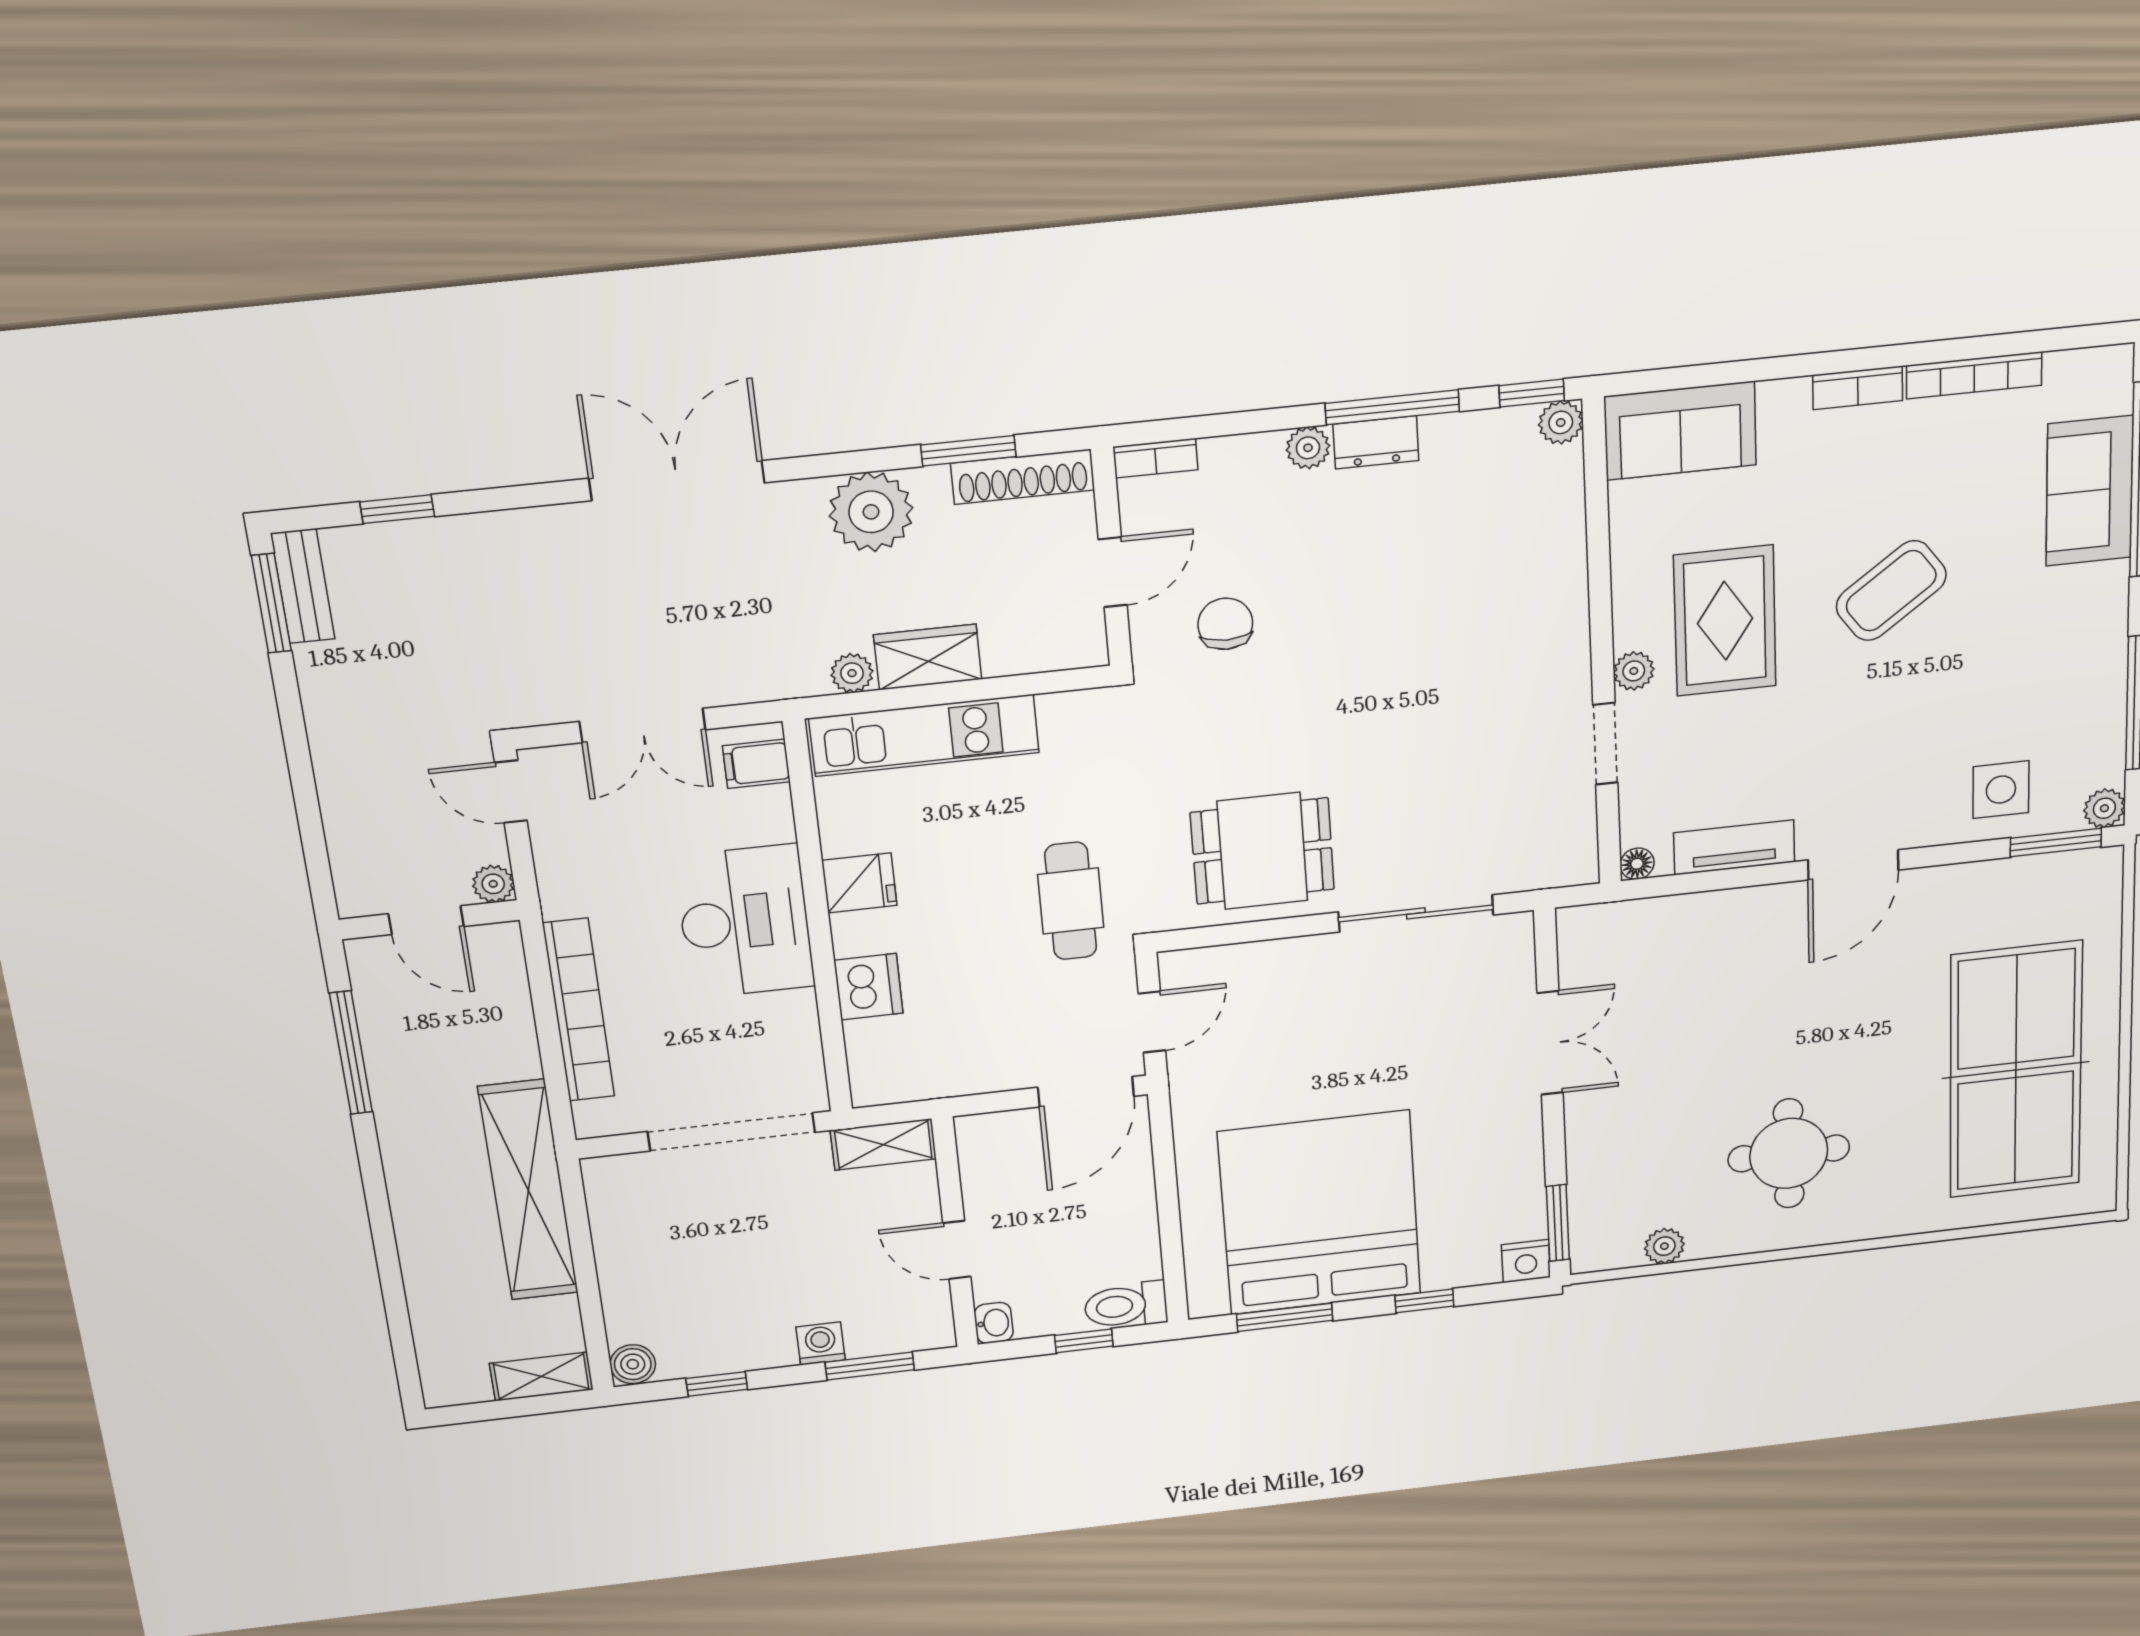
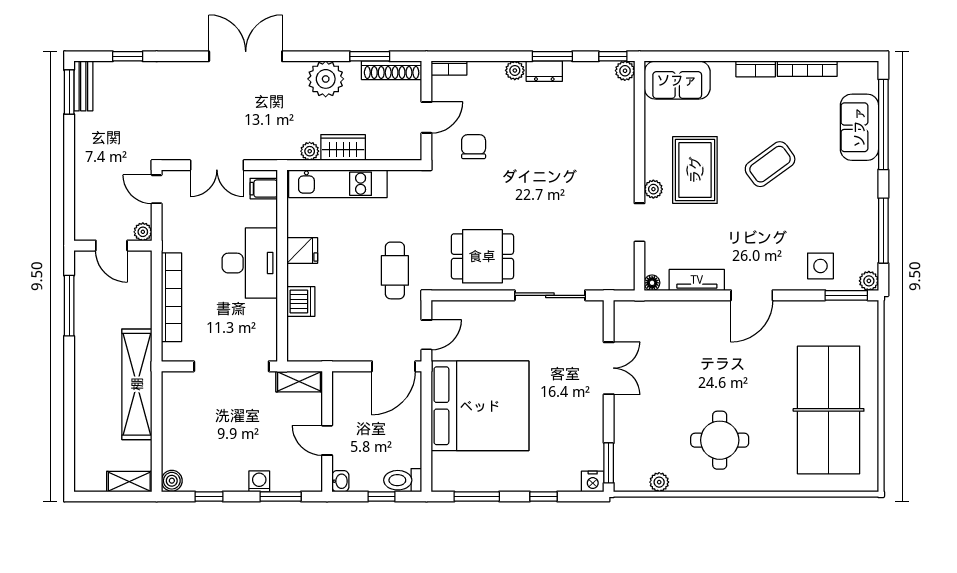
window: (1392, 407) -> (552, 56), width x0.69
bed: (1320, 1213) -> (480, 406), moved, turned 90

